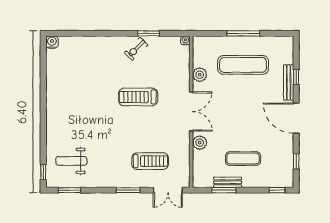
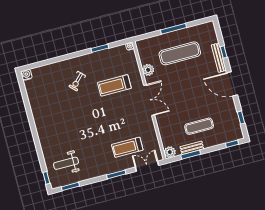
exercise bike: (136, 49) -> (77, 81), moved
treadmill: (138, 97) -> (114, 85), moved
plant: (200, 143) -> (170, 152), moved
treadmill: (150, 161) -> (127, 147), turned 180
double door: (168, 190) -> (147, 166), swing flipped

